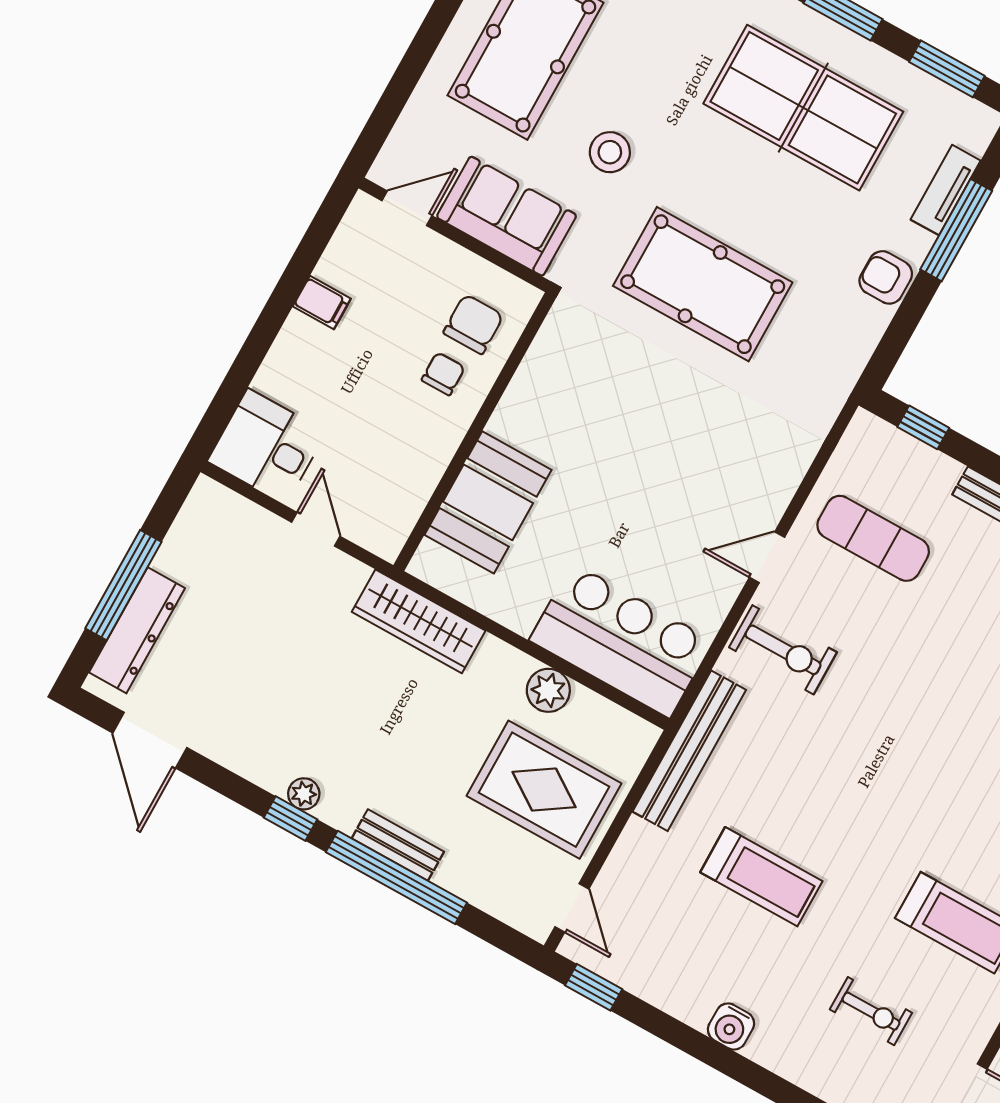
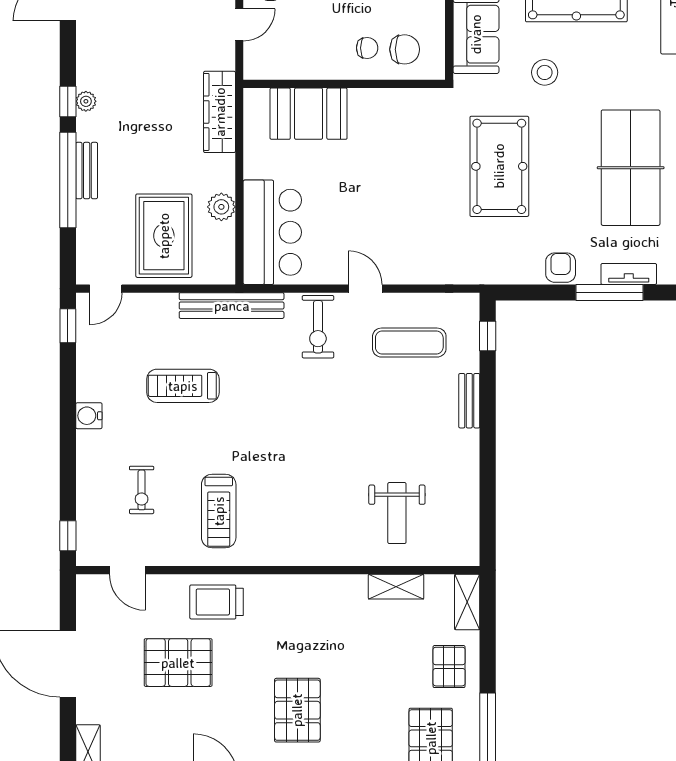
exercise mat: (873, 538) -> (409, 343), turned 90
treadmill: (761, 877) -> (183, 386), turned 90

